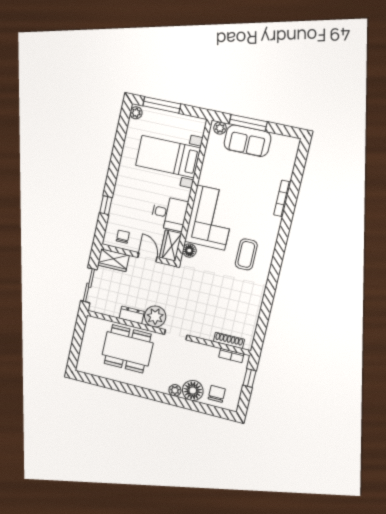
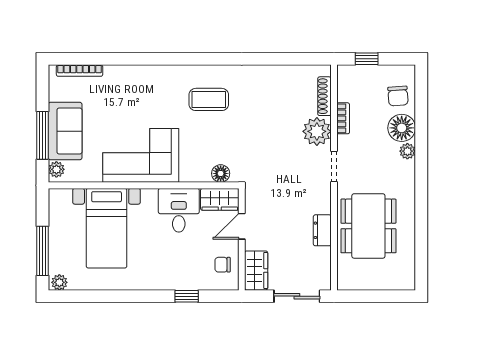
bookcase: (282, 198) -> (80, 71), moved
corner sofa: (211, 218) -> (141, 155), moved
plant: (155, 317) -> (317, 131), moved
bookcase: (231, 355) -> (343, 118), moved
chair: (217, 394) -> (398, 96), turned -94

